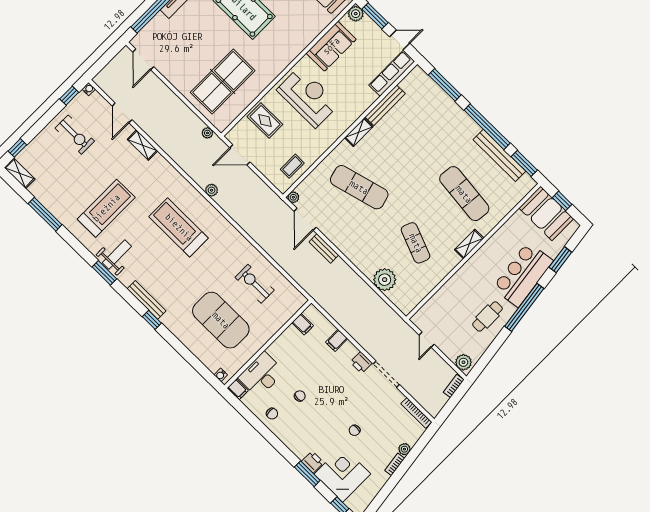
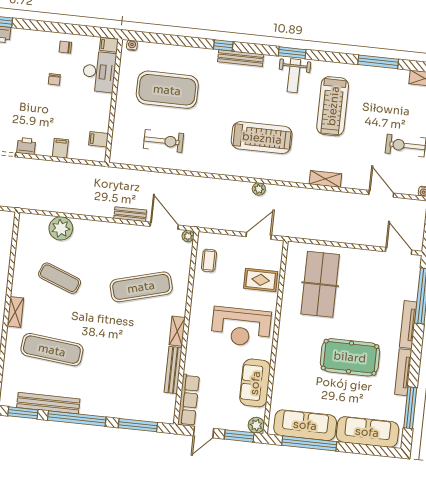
plant: (207, 133) -> (299, 233), removed
shelving: (143, 145) -> (325, 179), moved

